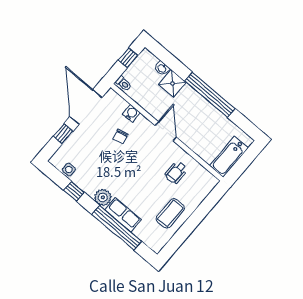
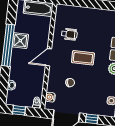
shower: (172, 83) -> (20, 41), moved
water cooler: (131, 113) -> (50, 97), moved
coffee table: (170, 213) -> (83, 58), moved

